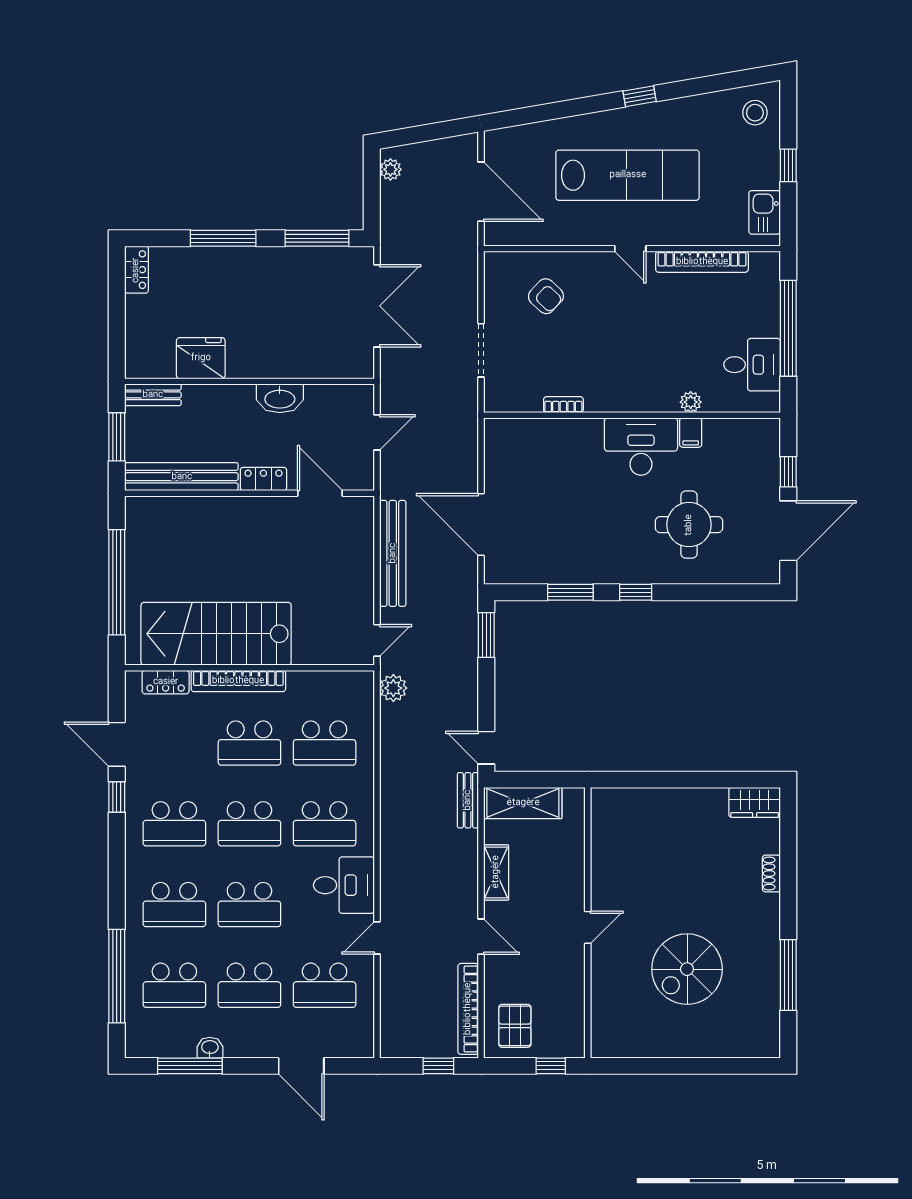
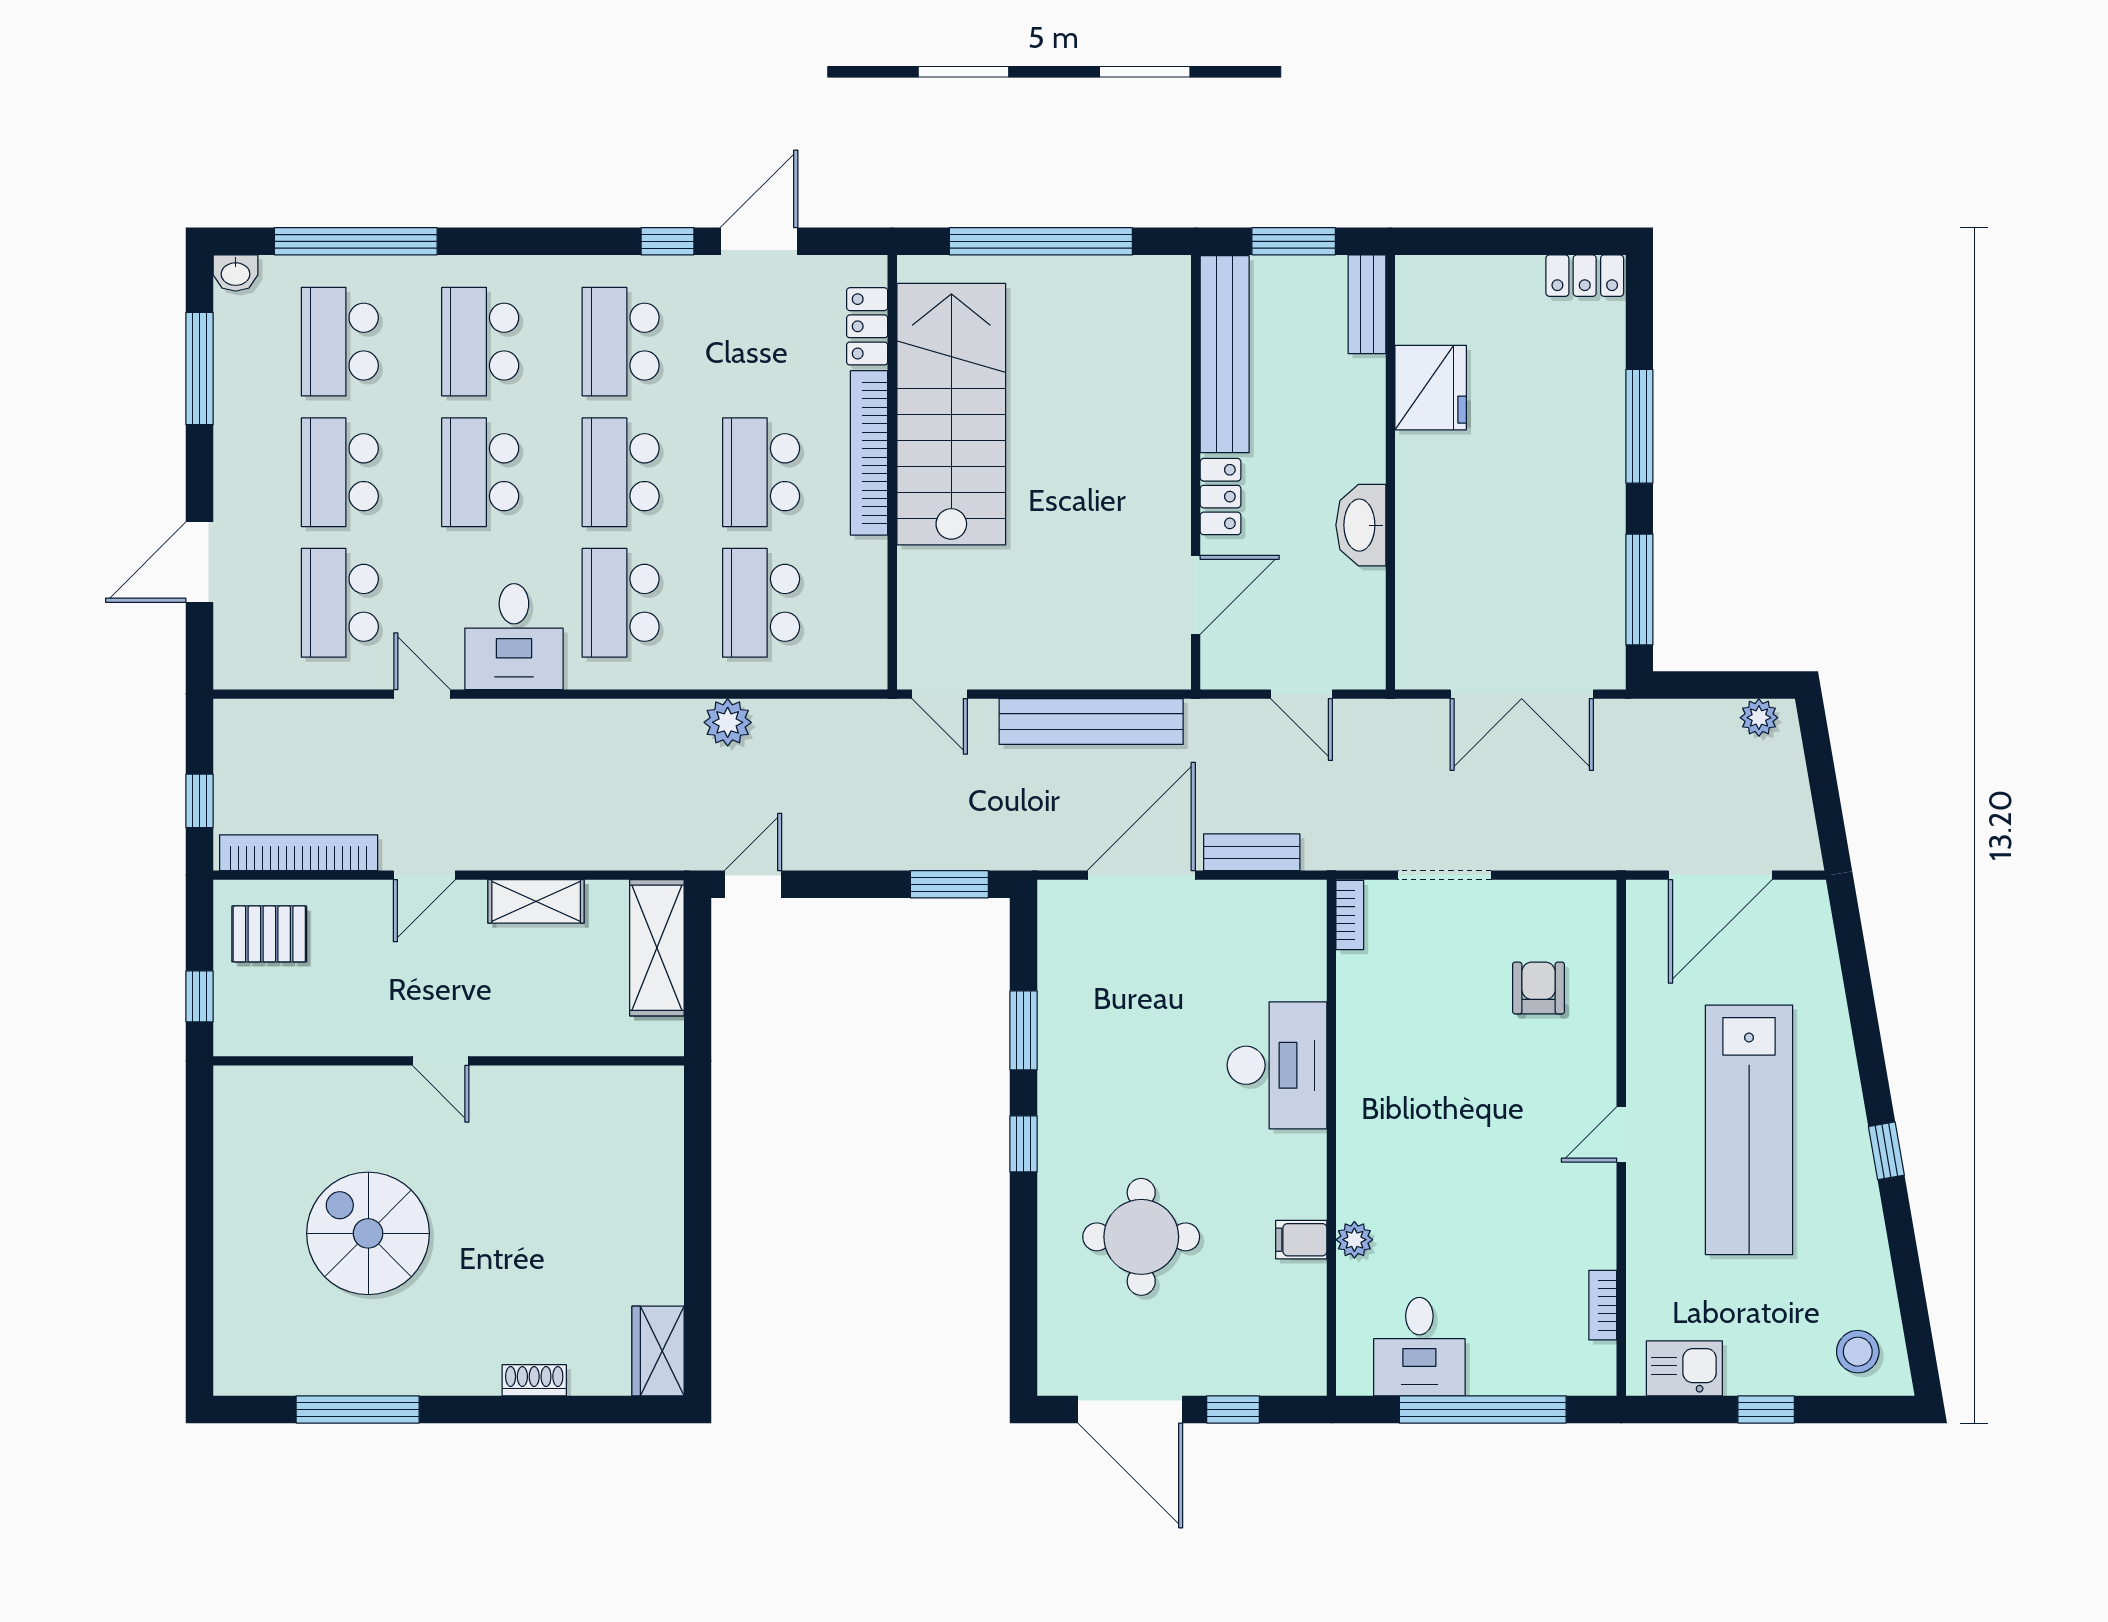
bookcase: (702, 262) -> (1603, 1305), width x0.43, depth x0.76
armchair: (546, 296) -> (1539, 988), turned 137
bookcase: (563, 405) -> (1350, 915), moved
desk: (641, 447) -> (1277, 1065), moved
plant: (393, 688) -> (728, 722), moved
bench: (468, 800) -> (1252, 852), moved
washbasin: (210, 1048) -> (236, 273), moved, turned 90

